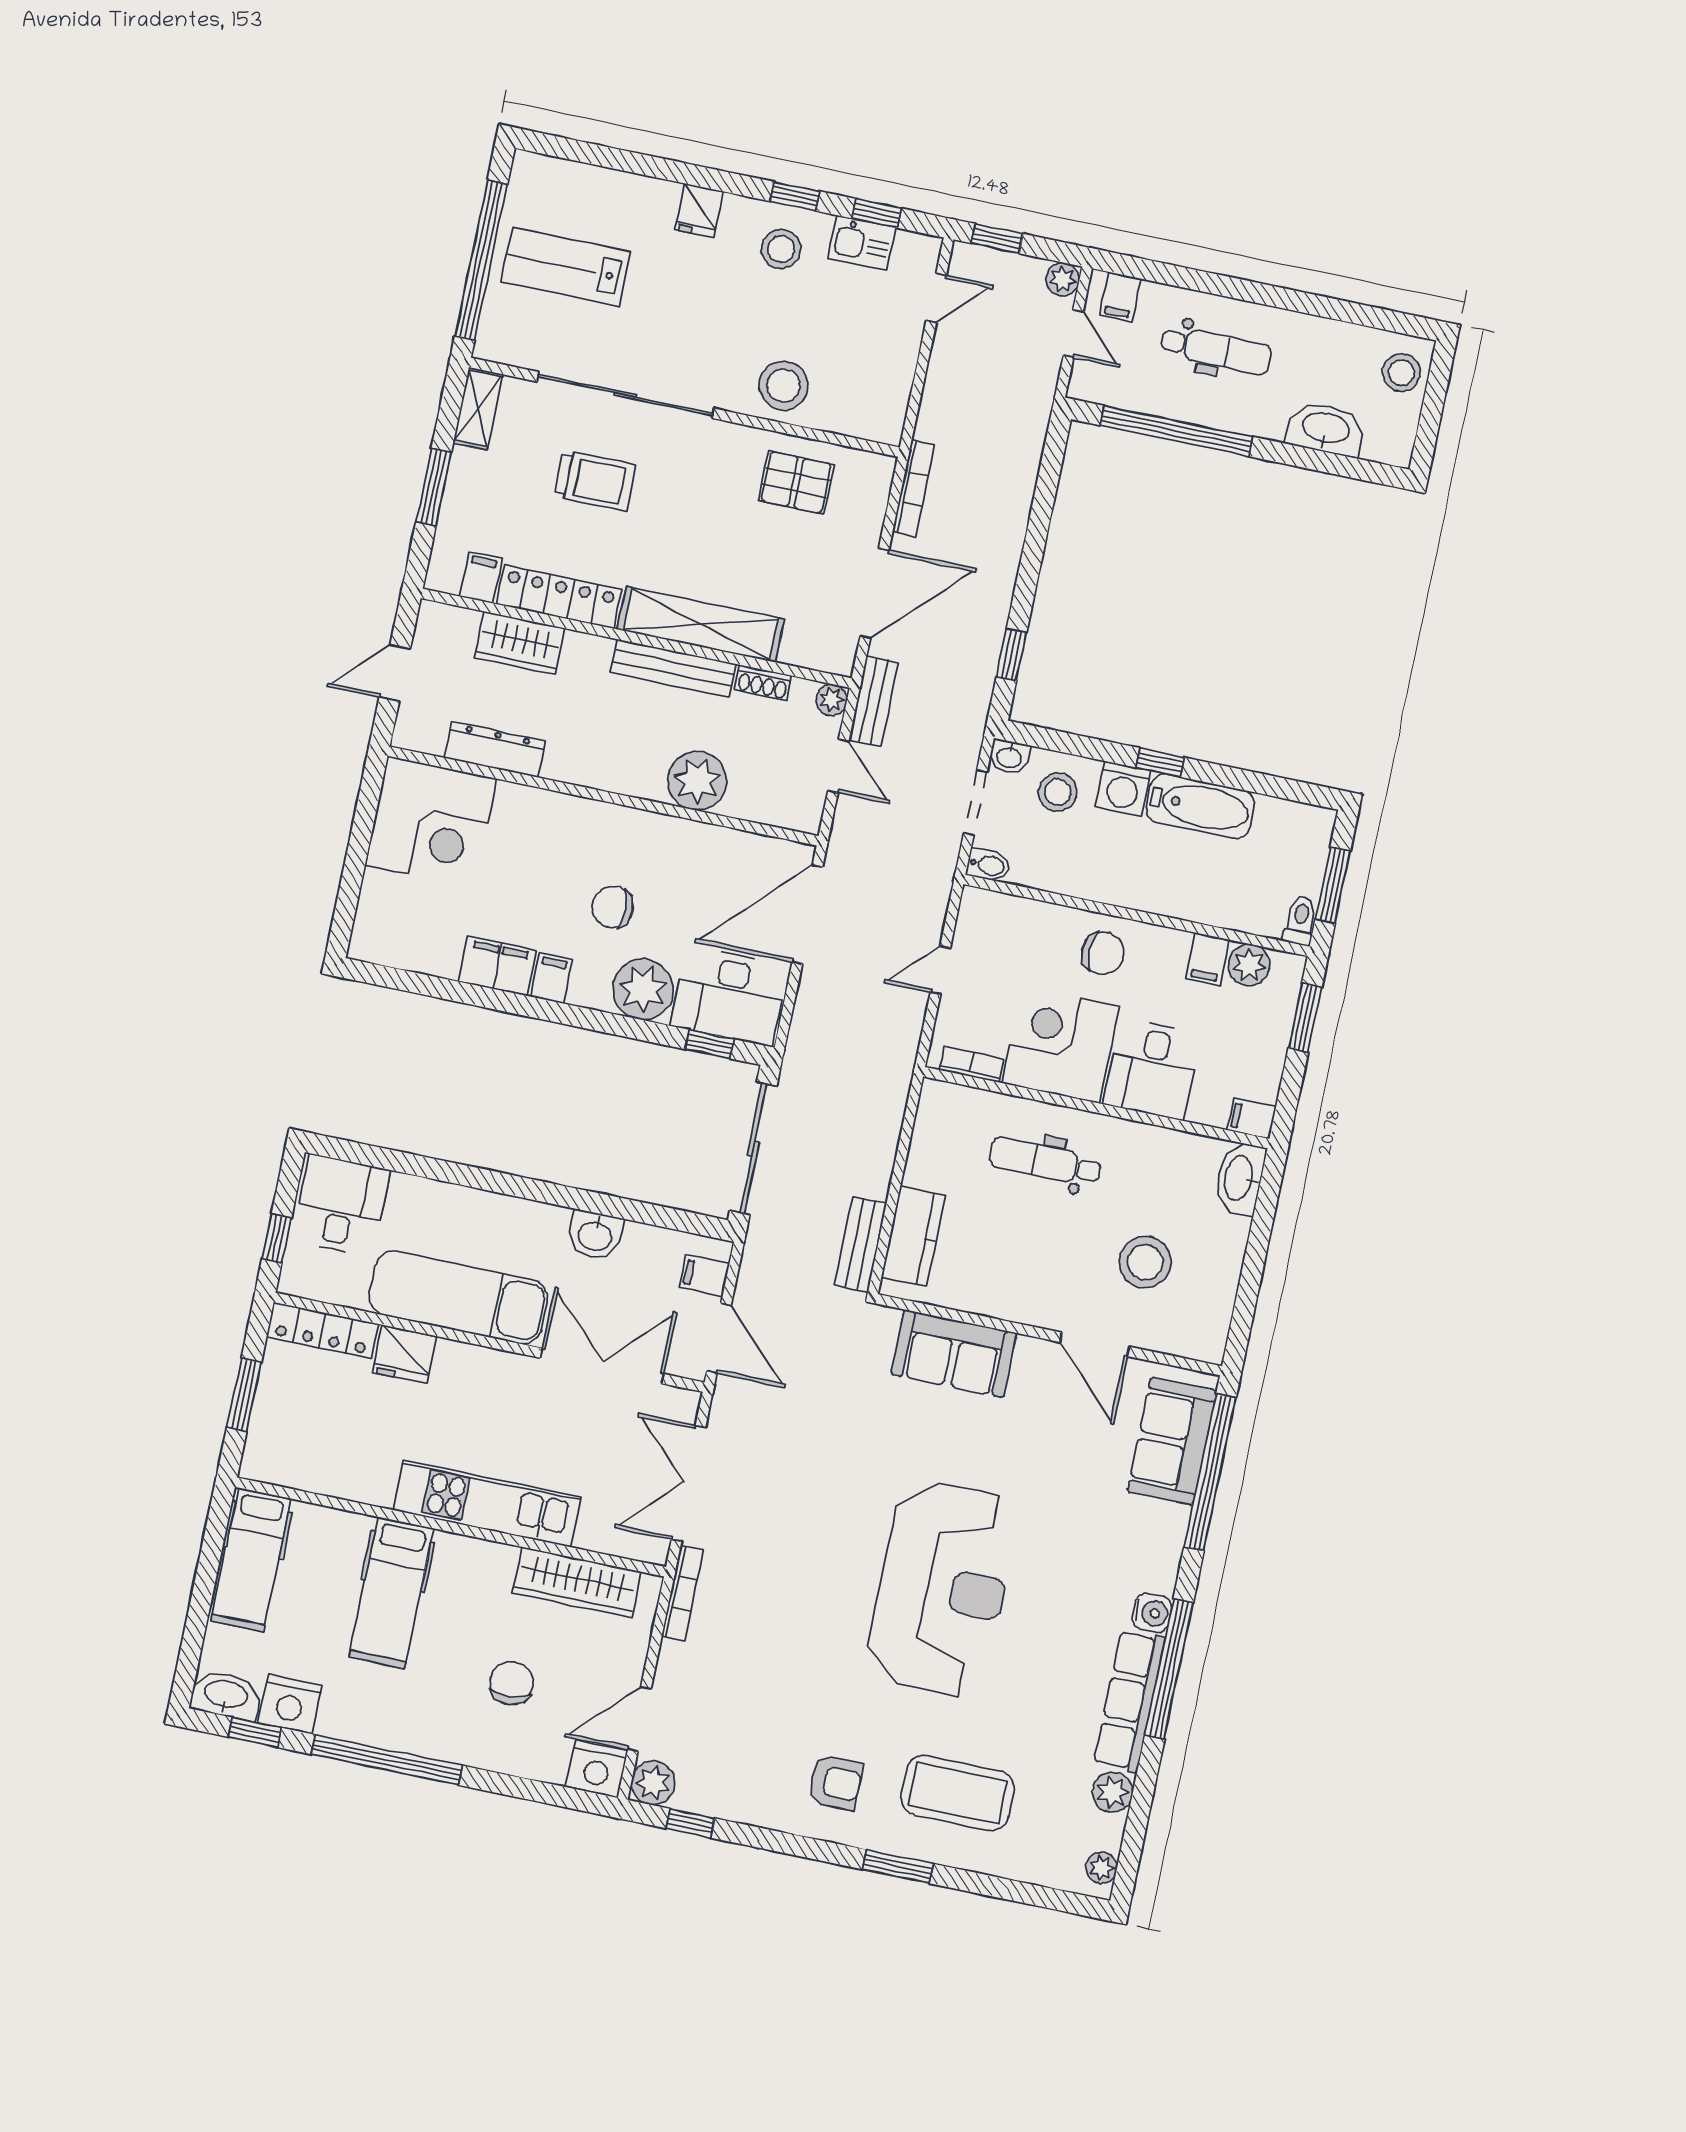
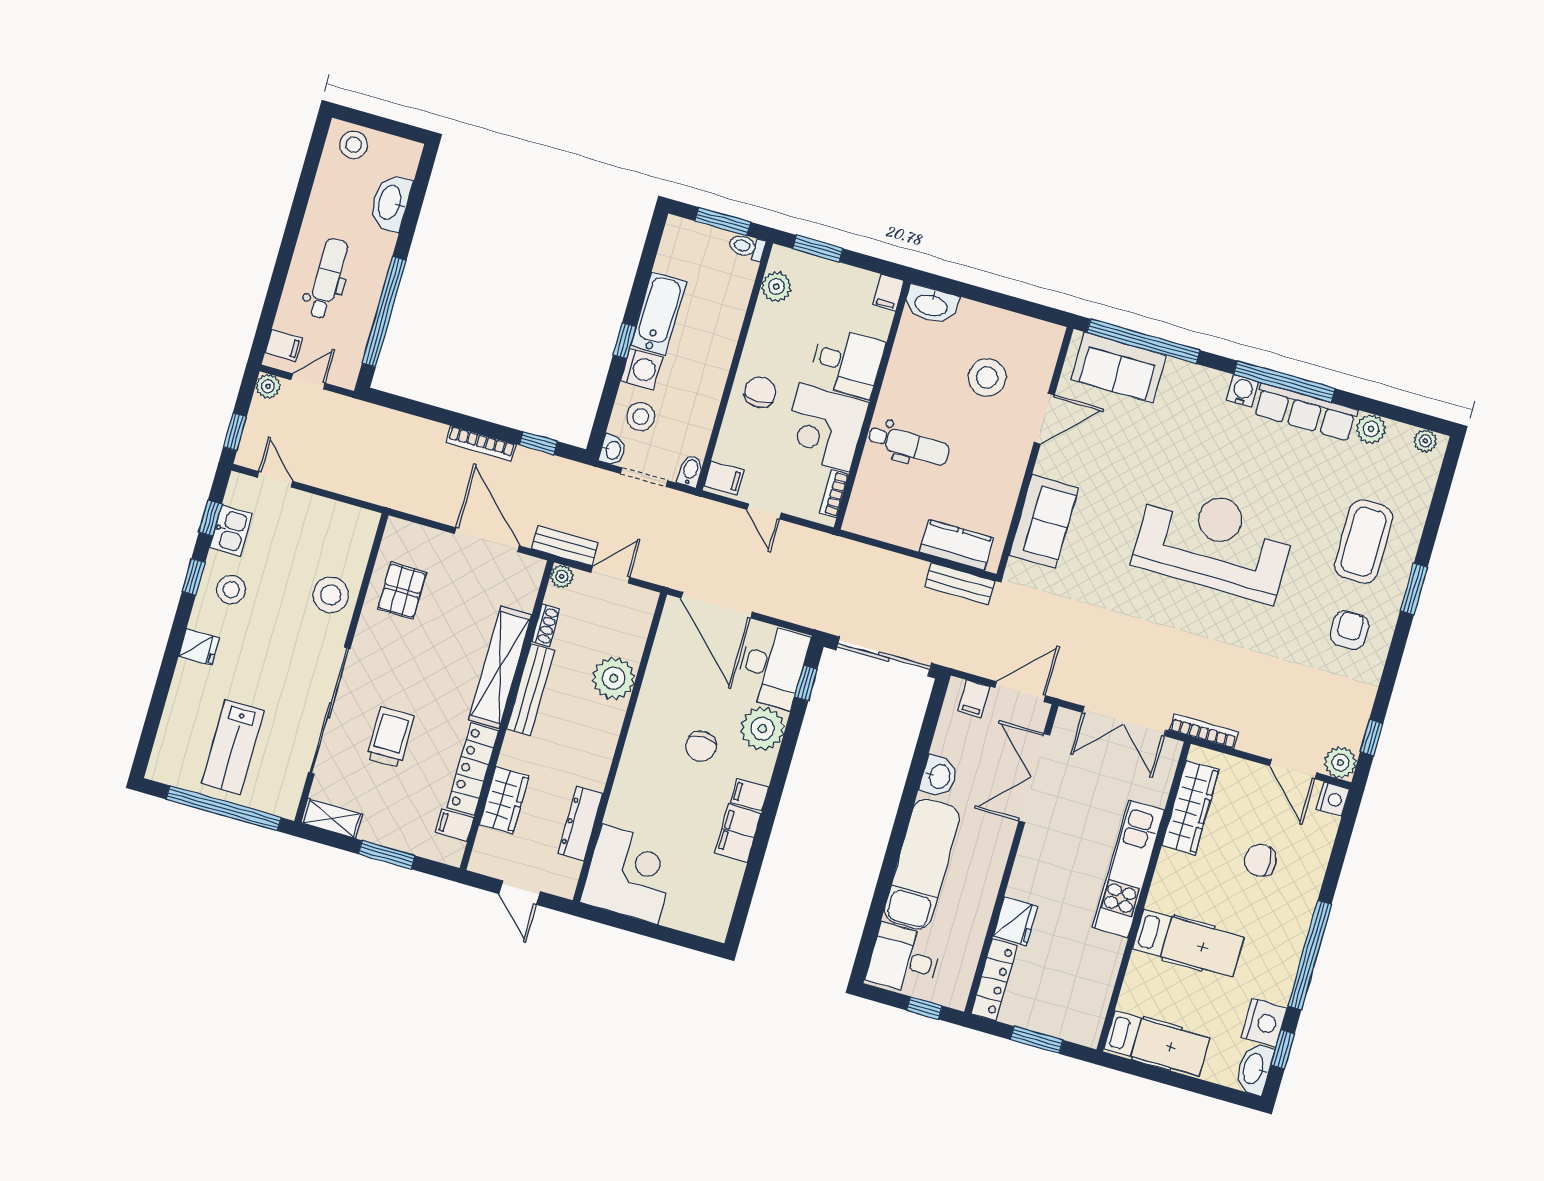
bookcase: (913, 488) -> (481, 443), moved, turned 180
filing cabinet: (1208, 959) -> (724, 478), moved
dental chair: (1045, 1162) -> (909, 445), turned -90
exam couch: (458, 1298) -> (922, 864), moved, turned 180
nightstand: (597, 1769) -> (1333, 799), width x0.74, depth x0.75

